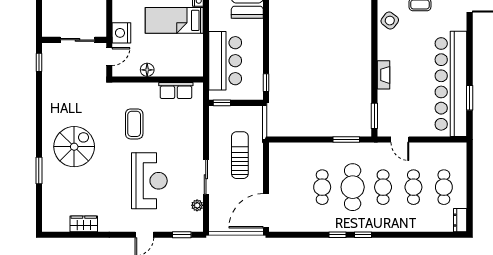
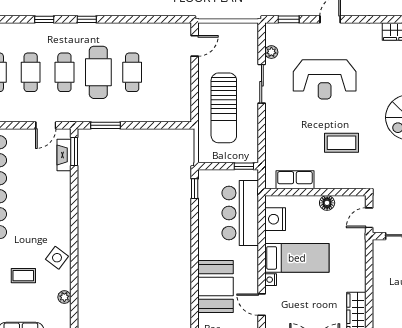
nightstand: (121, 33) -> (275, 219), moved, turned 180
fireplace: (383, 75) -> (64, 155), moved
coffee table: (134, 124) -> (341, 143), turned 90
door: (400, 140) -> (46, 125), swing flipped
sun lounger: (240, 155) -> (224, 108), width x1.36, depth x1.34
reception desk: (149, 181) -> (325, 79), turned -90
door: (266, 211) -> (195, 46), width x0.53
window: (338, 235) -> (44, 19), moved

